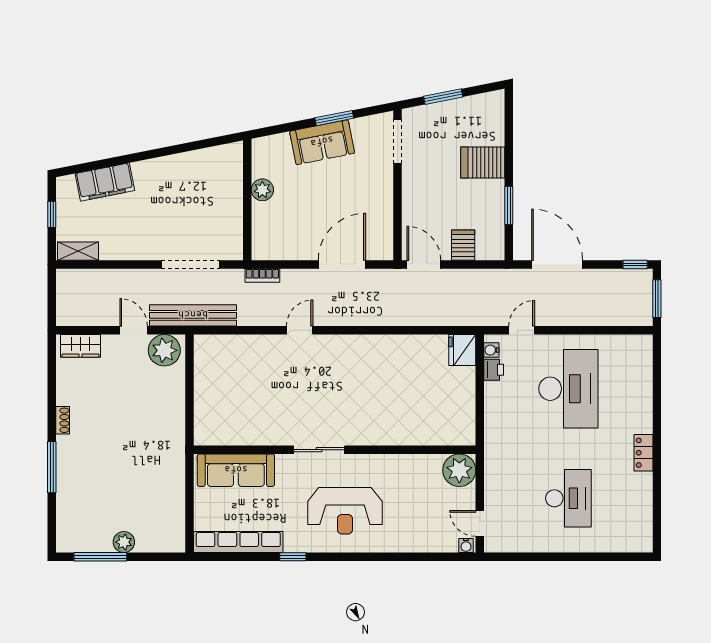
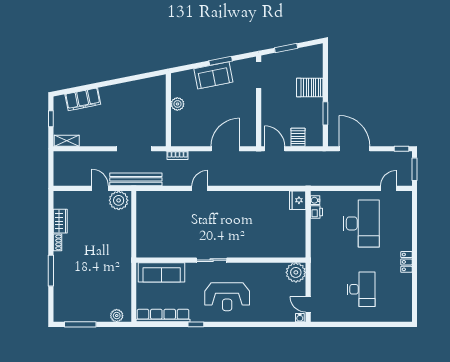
door: (522, 330) -> (388, 188), moved
wardrobe: (81, 346) -> (60, 221), moved, turned -90
plant: (124, 542) -> (117, 316), moved

